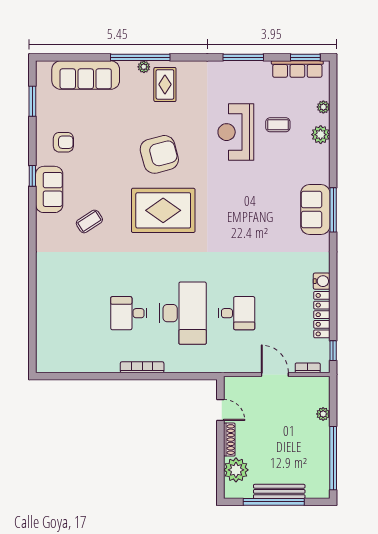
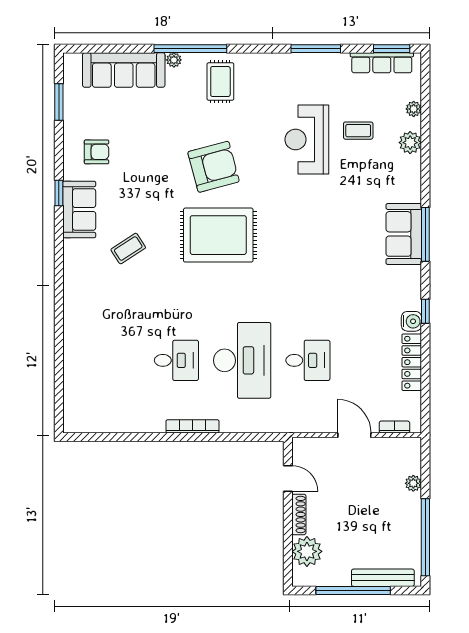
plant: (144, 67) -> (174, 60), moved
desk: (129, 313) -> (176, 360), turned 180
window: (333, 351) -> (425, 311), moved
bench: (279, 491) -> (383, 578), moved

